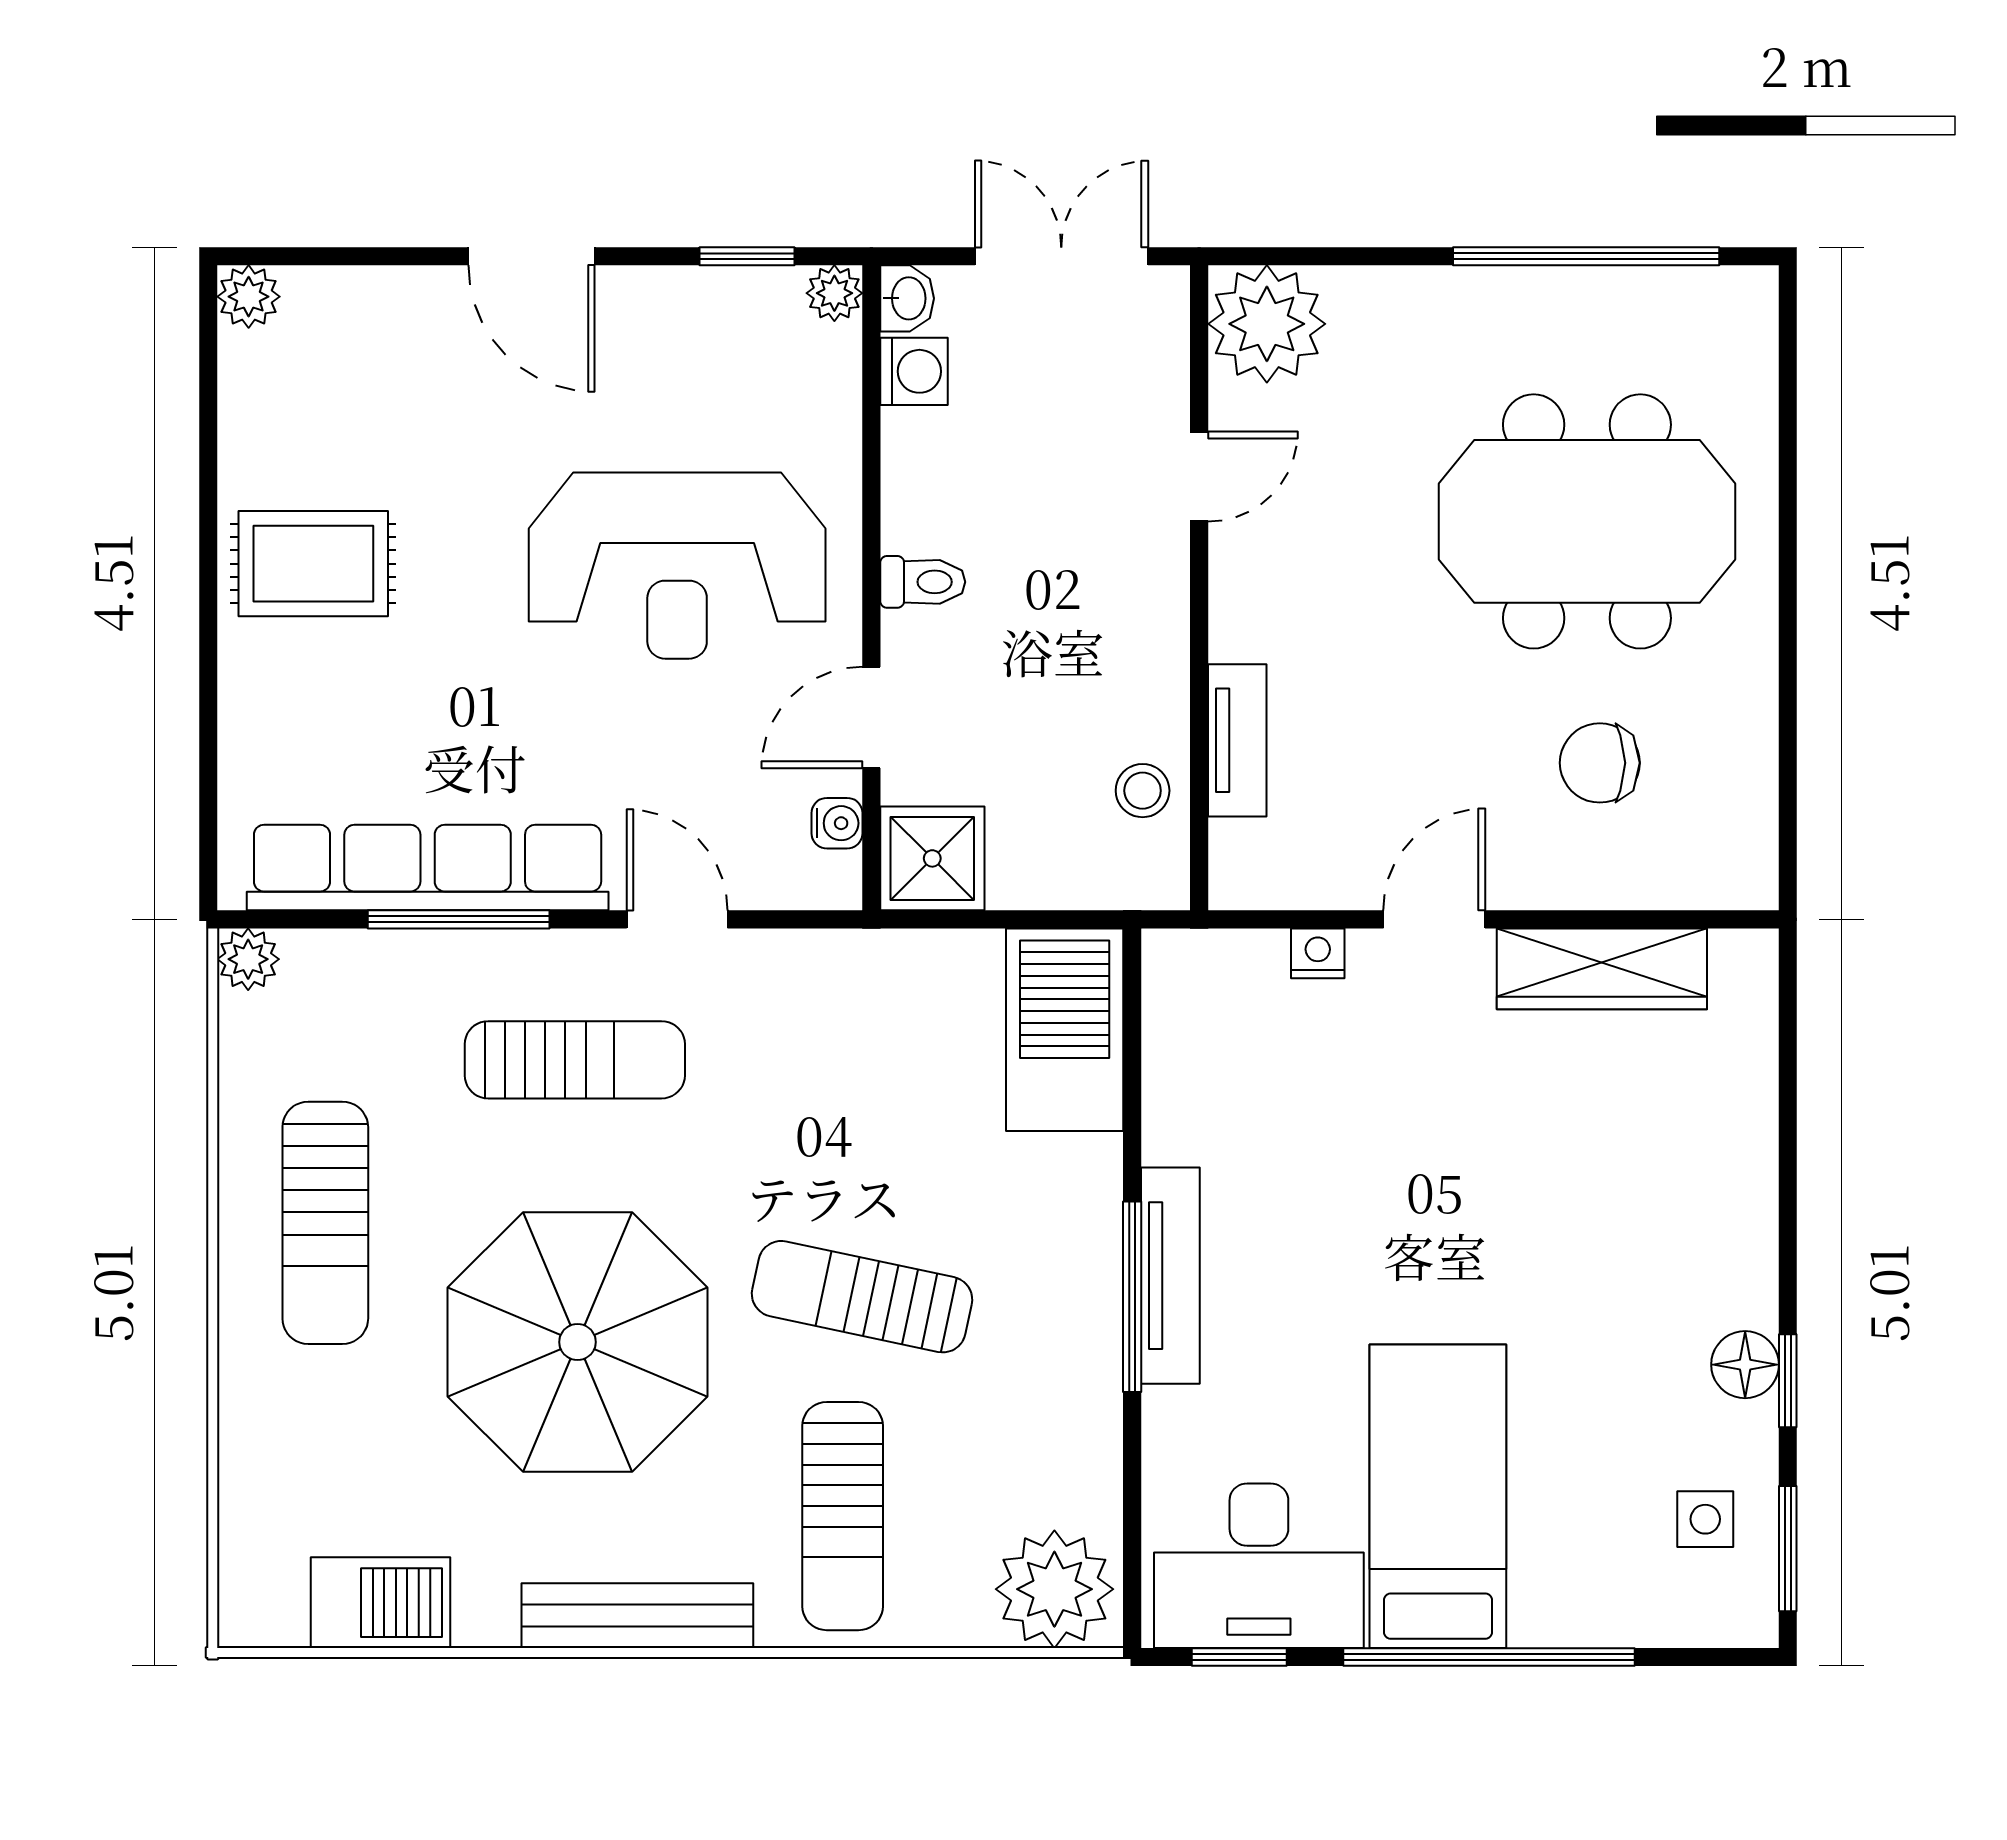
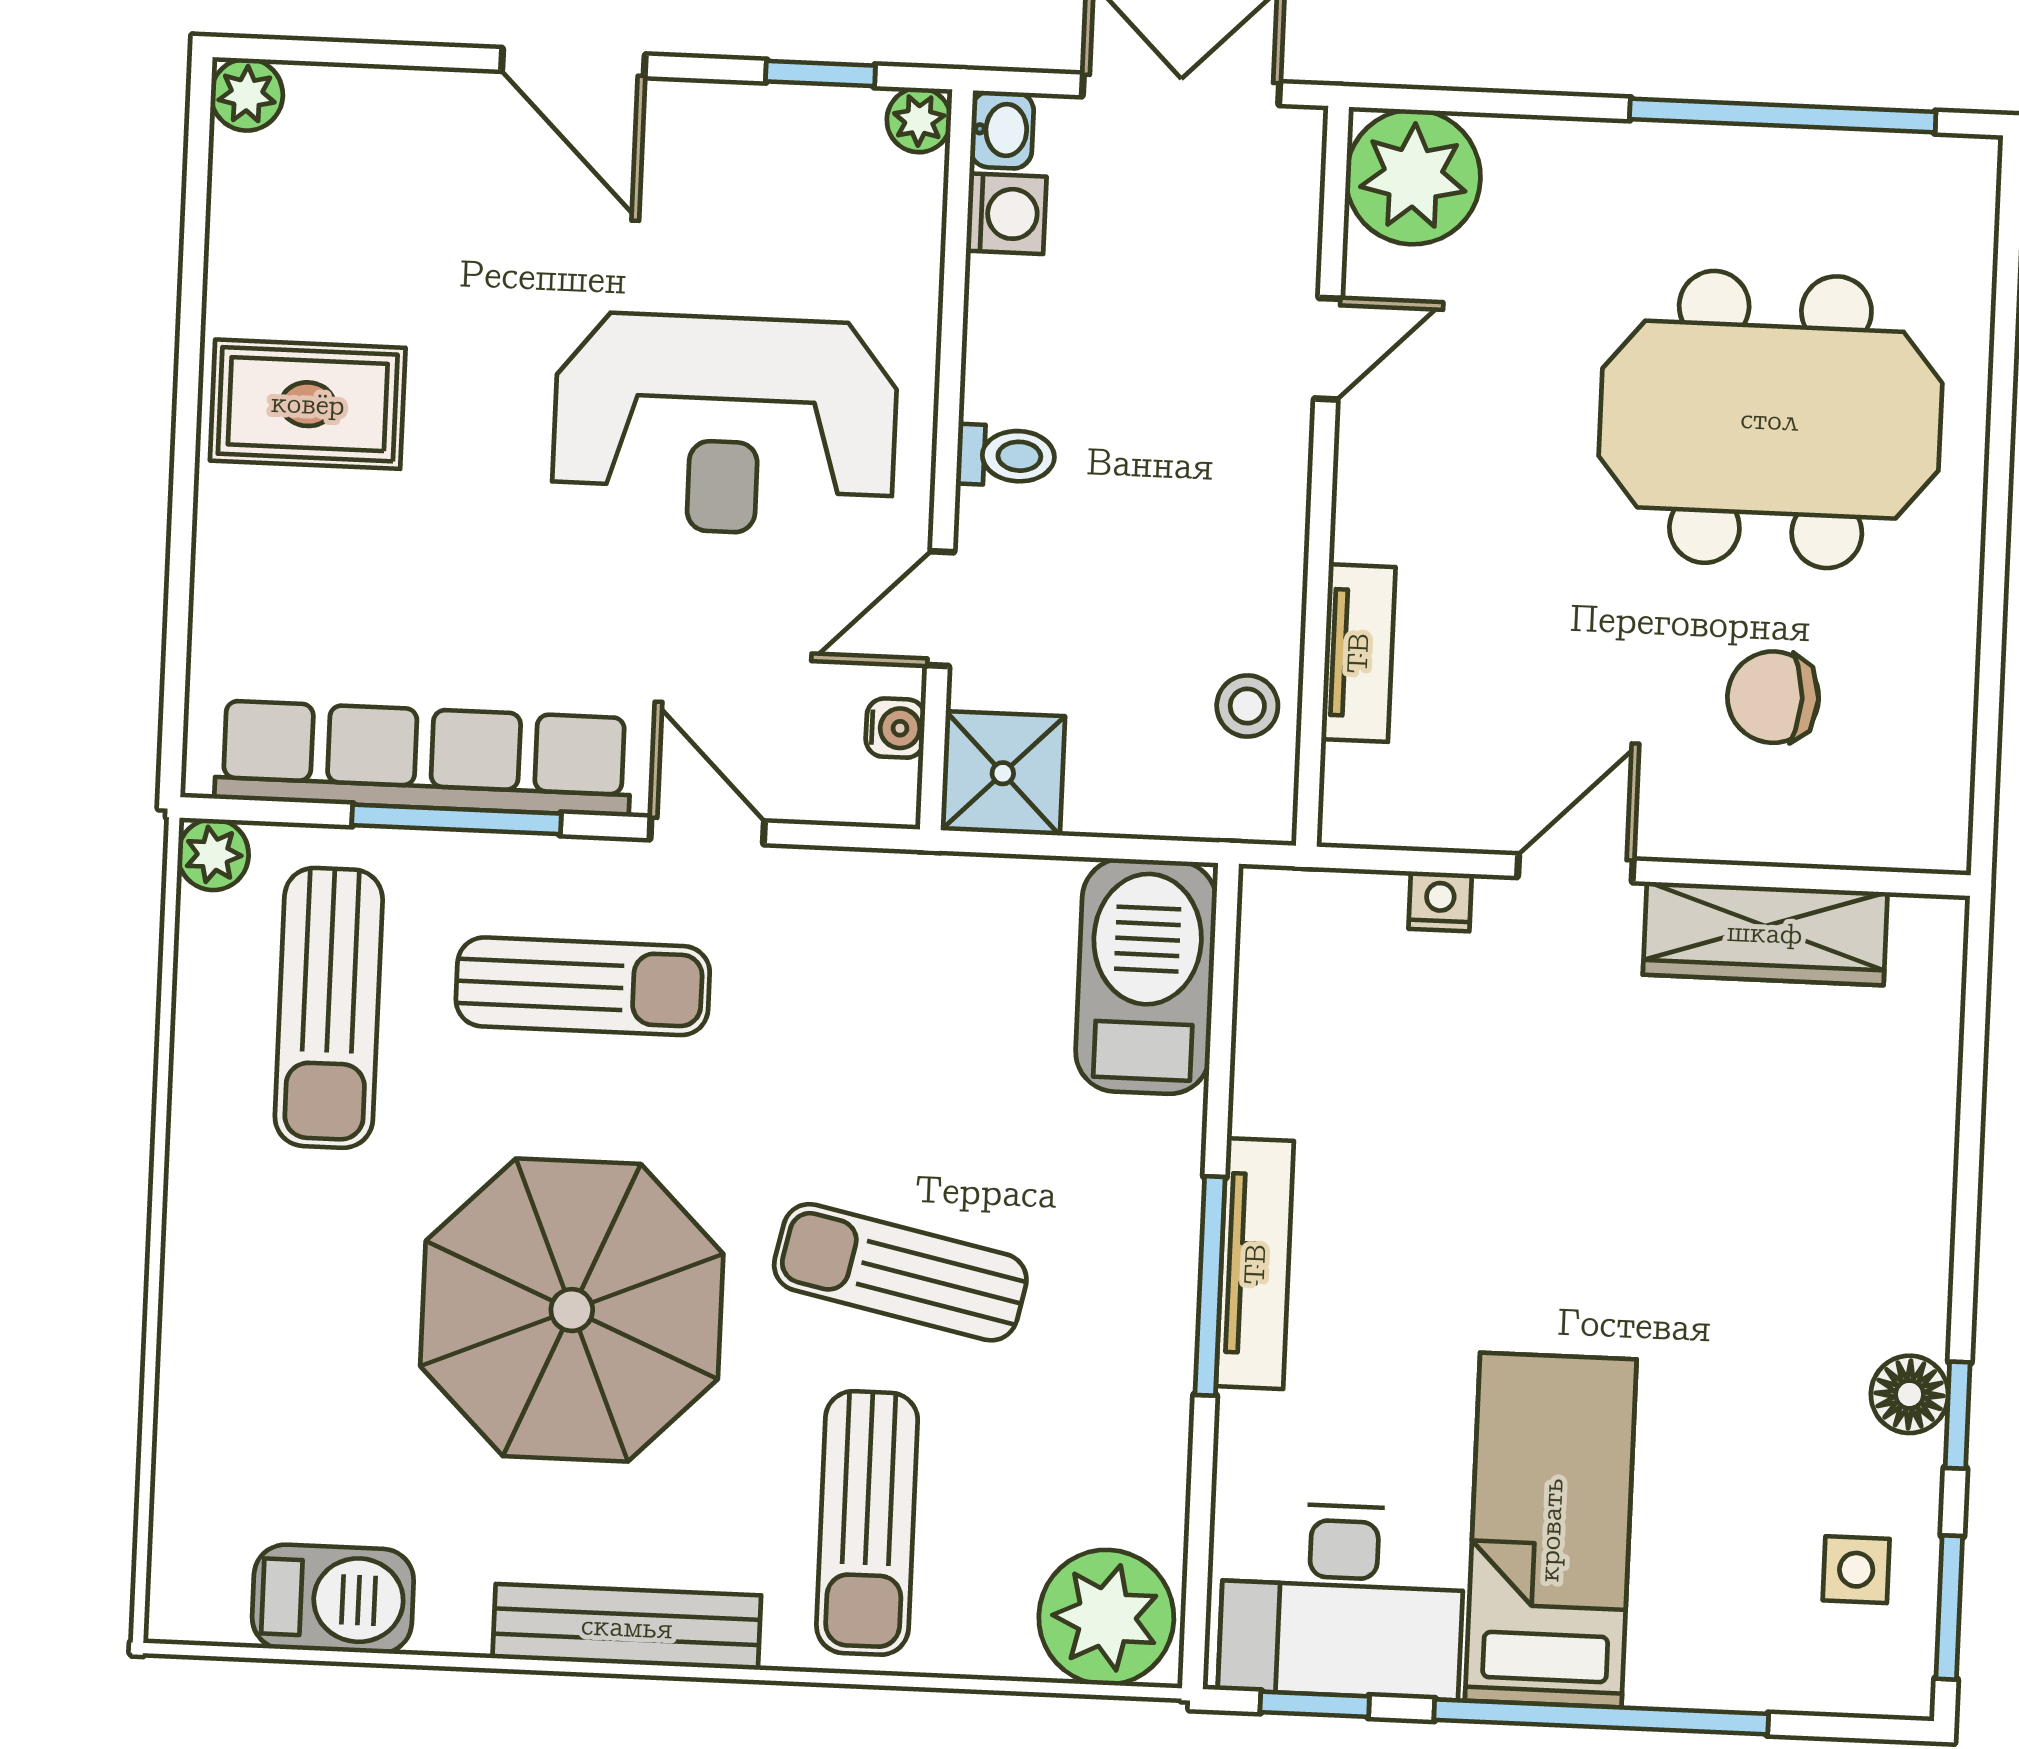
sun lounger: (325, 1223) -> (329, 1008), moved

